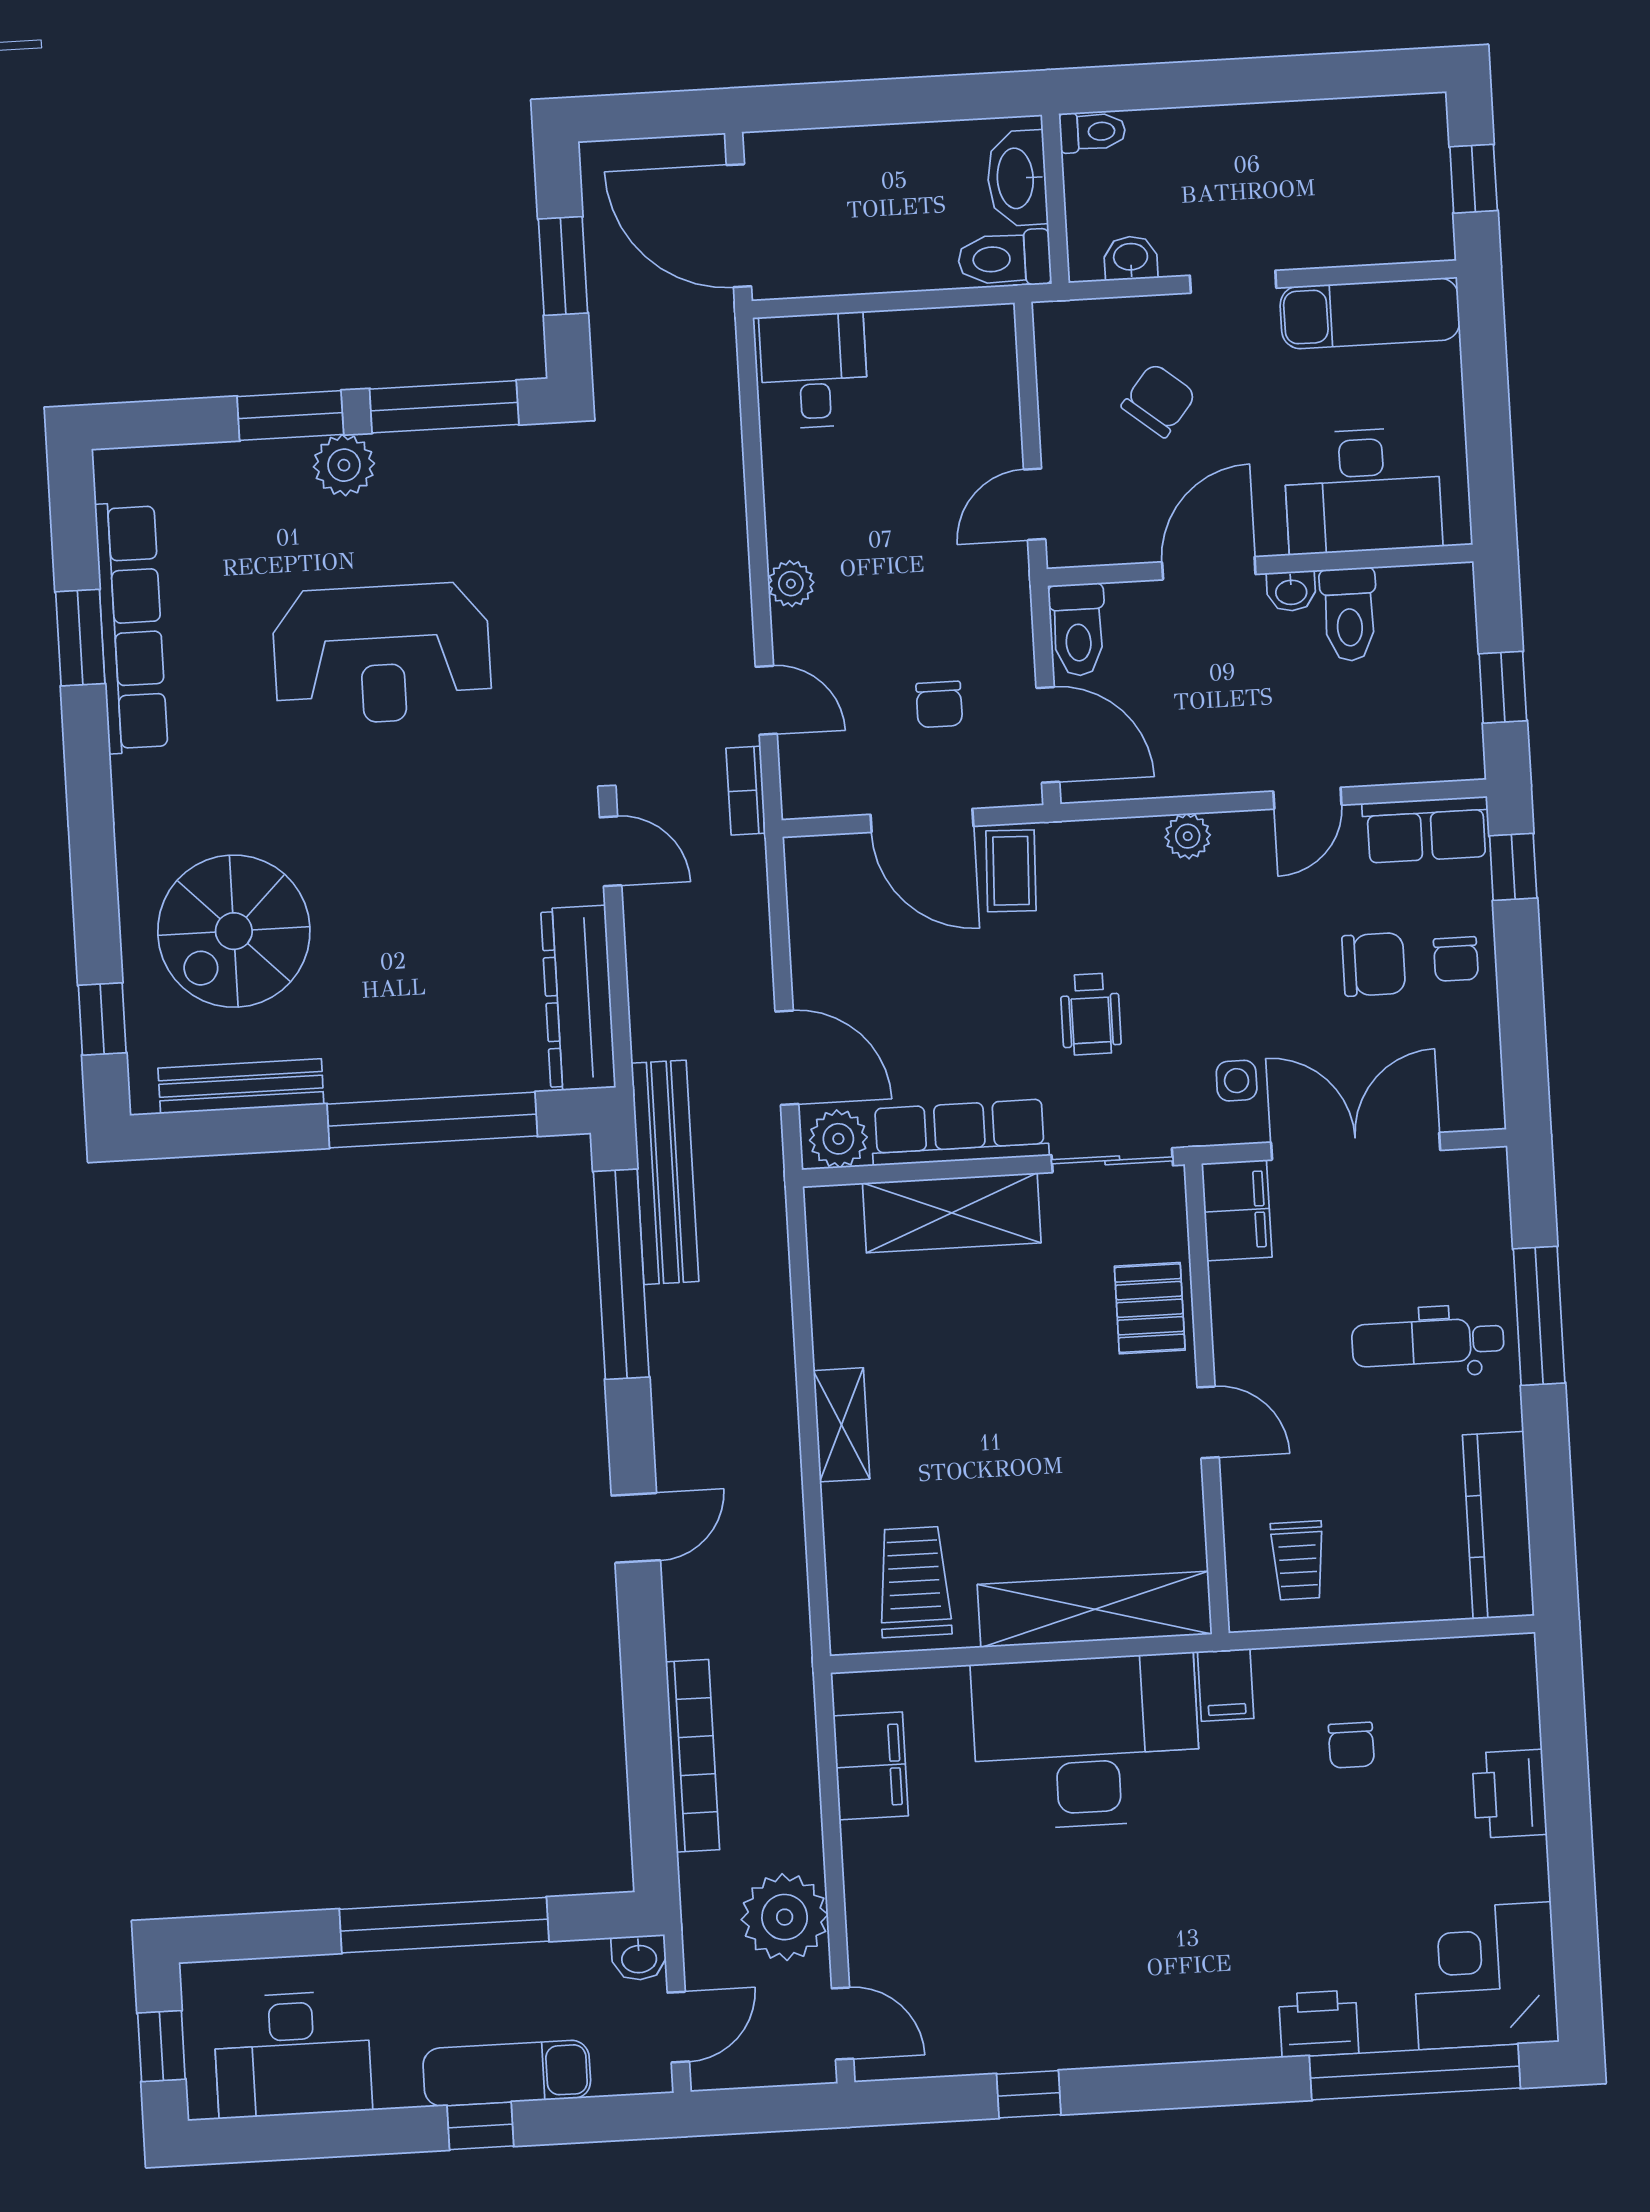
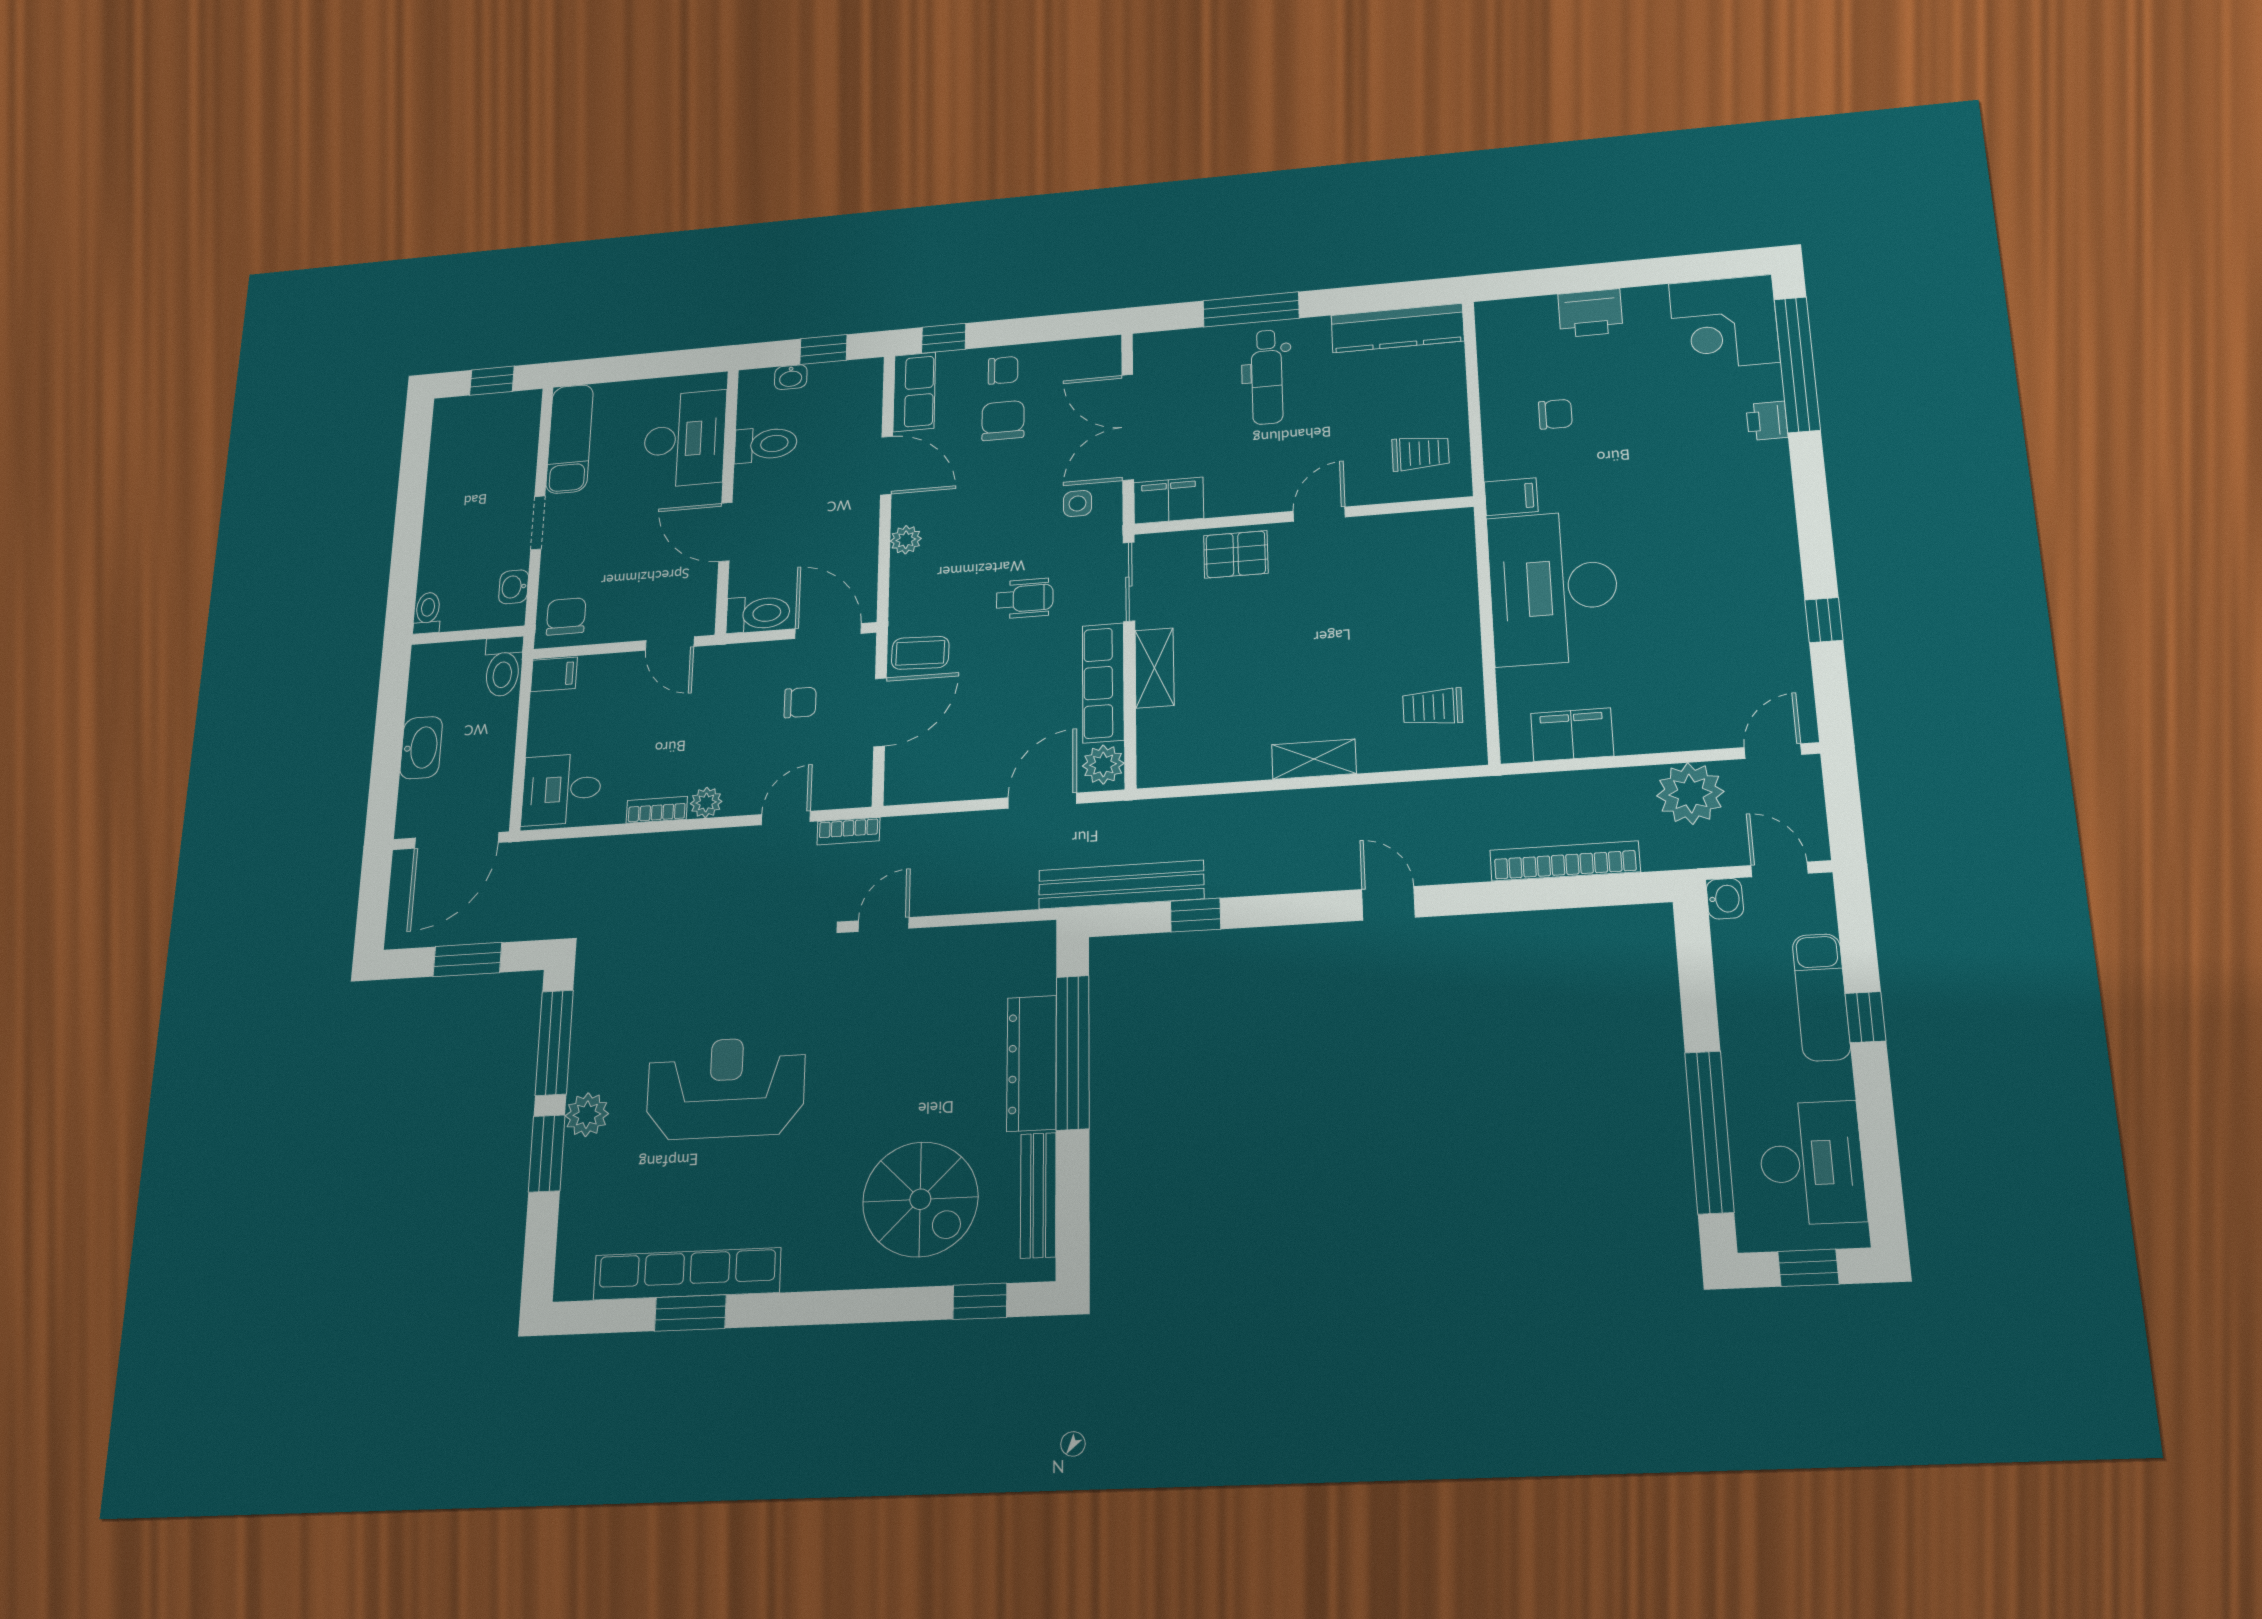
washbasin: (1017, 178) -> (421, 748), moved, turned -90
filing cabinet: (990, 337) -> (554, 674), added
chair: (1159, 400) -> (566, 616), moved, turned 51
bookcase: (781, 513) -> (657, 810), added
washbasin: (1291, 591) -> (791, 377), moved, turned 90
reception desk: (382, 654) -> (726, 1088), turned -90
door: (1048, 735) -> (828, 631), hinge flipped
door: (1307, 798) -> (887, 466), width x1.38
dresser: (578, 998) -> (1032, 1063), moved, turned 90
shelving: (952, 1213) -> (1155, 668), width x0.67, depth x0.75
window: (621, 1274) -> (1196, 915), width x0.32
trolley: (914, 1582) -> (1433, 707), width x0.73, depth x0.72
shelving: (1095, 1609) -> (1455, 585), removed
window: (444, 1925) -> (1709, 1132), moved
printer: (1319, 2024) -> (1767, 421), width x0.73, depth x0.81

